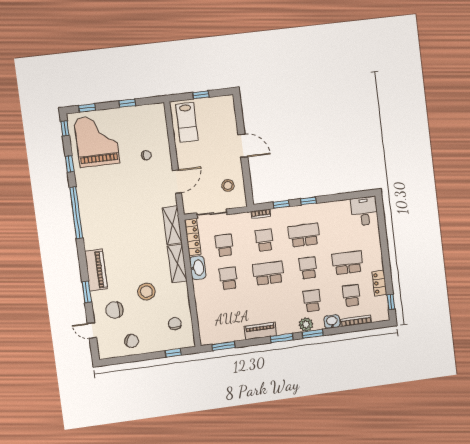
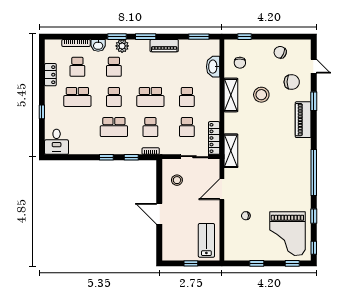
shelving: (177, 263) -> (231, 95), moved
washbasin: (198, 268) -> (213, 67), moved
window: (391, 302) -> (42, 112), moved

